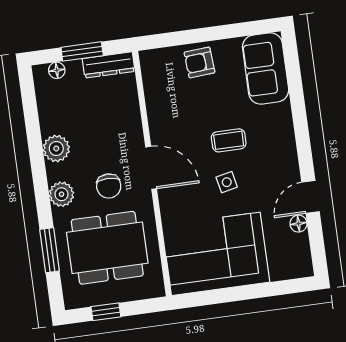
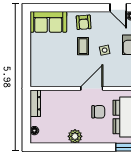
window: (82, 51) -> (26, 116), removed
armchair: (199, 62) -> (84, 22), moved
plant: (61, 194) -> (99, 137), removed

